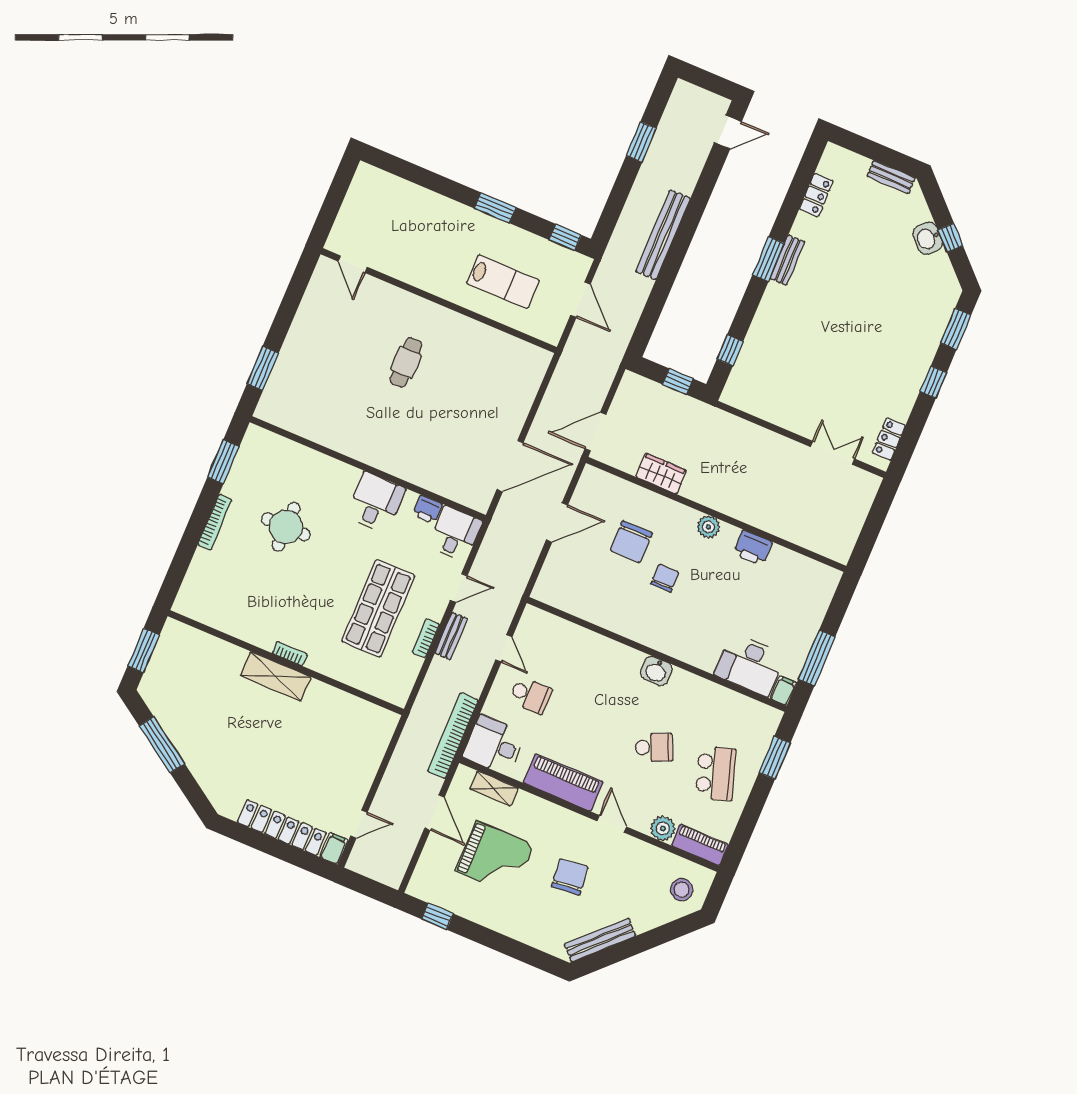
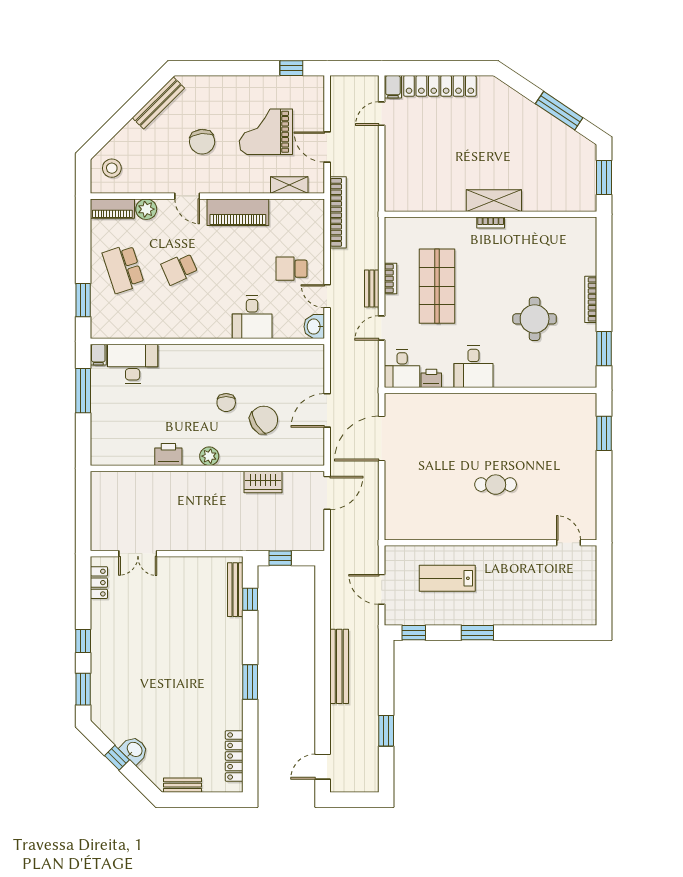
locker: (816, 195) -> (234, 756), width x1.53
bench: (787, 260) -> (235, 590), moved, width x1.36
cafe table: (406, 362) -> (496, 485), turned 90
chair: (631, 542) -> (264, 420), turned 58
washbasin: (656, 671) -> (314, 327), moved, turned -90
desk: (494, 745) -> (252, 317), moved, turned 90

